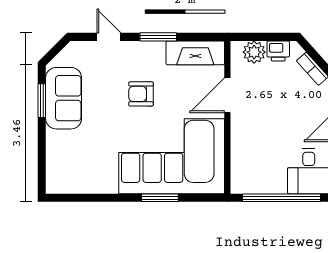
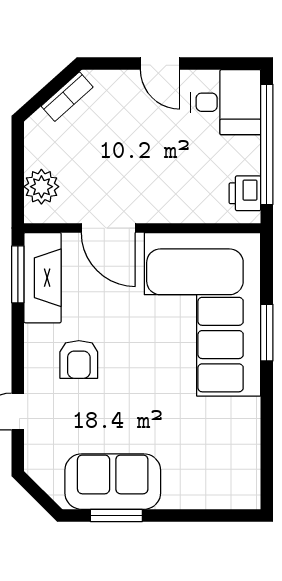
window: (158, 37) -> (18, 274), moved
printer: (278, 51) -> (245, 193), moved, turned 180
armchair: (141, 94) -> (79, 359), moved

